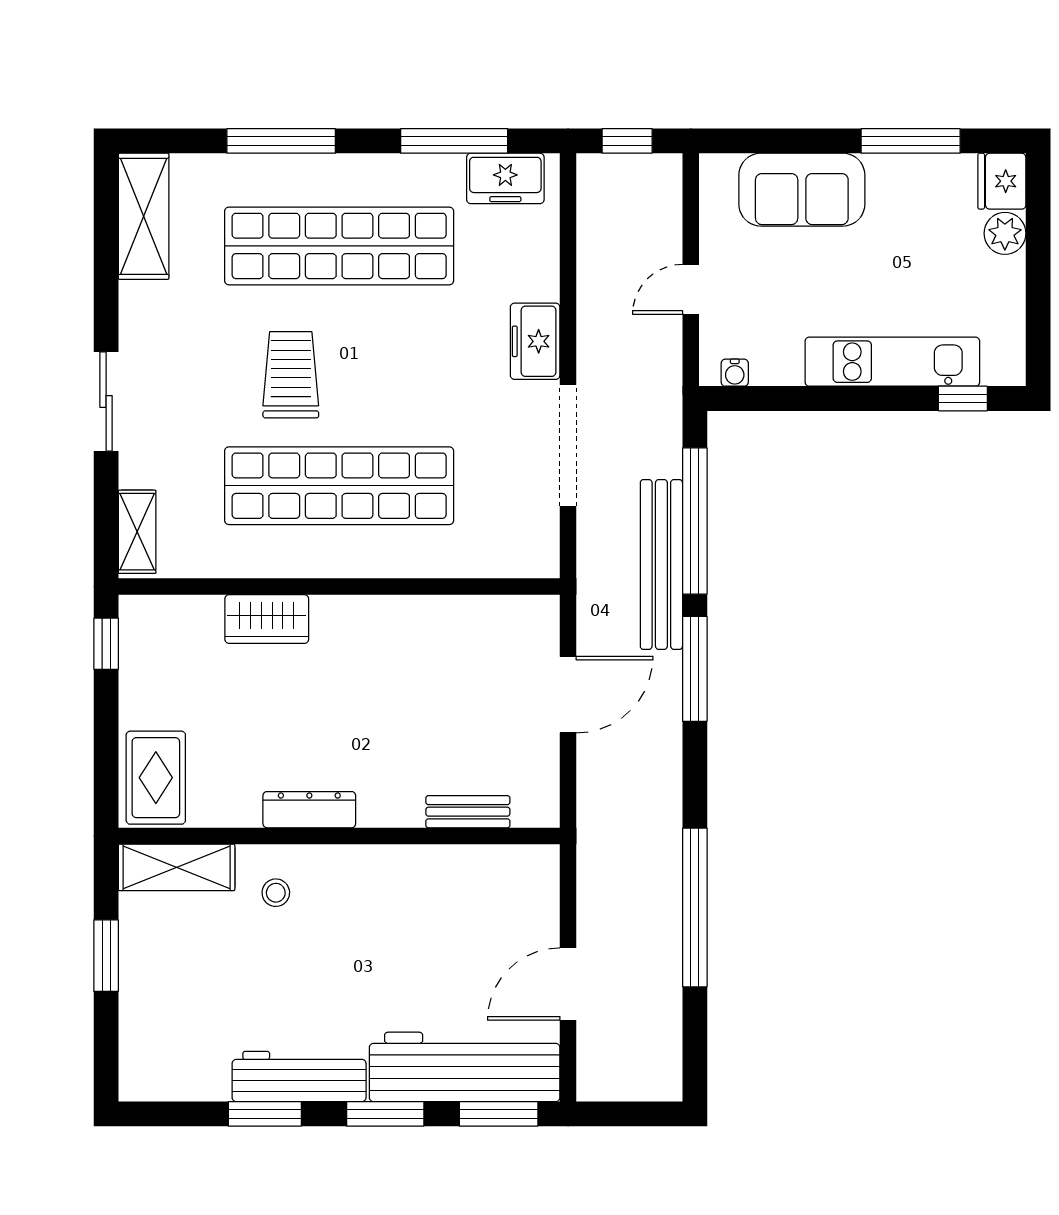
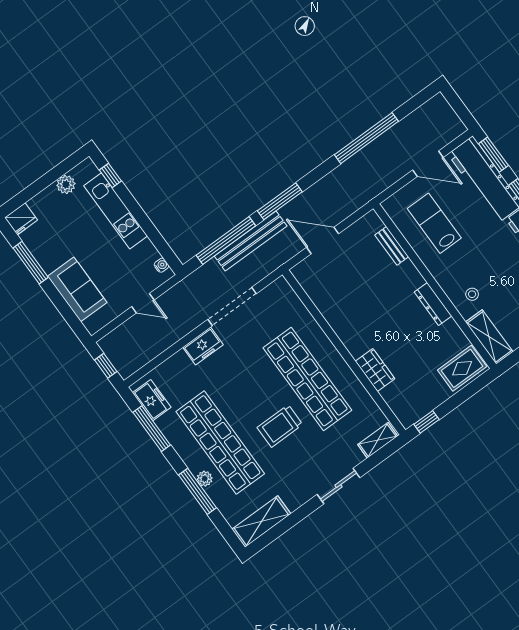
plant: (295, 171) -> (205, 479), added
plant: (1005, 233) -> (66, 184), moved
lab bench: (453, 918) -> (434, 223), added

